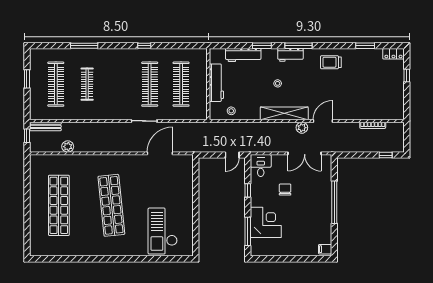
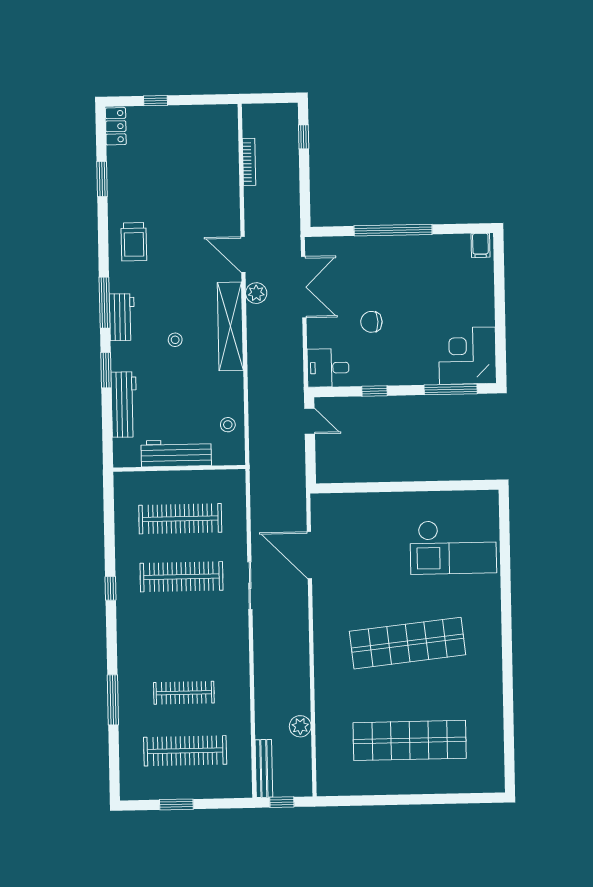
corner desk: (266, 222) -> (467, 356), moved

